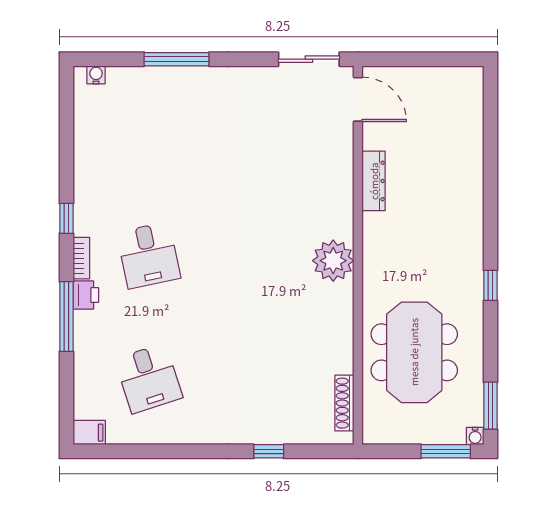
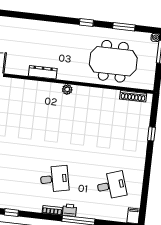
dresser: (374, 181) -> (43, 72), moved
window: (66, 218) -> (11, 213), moved
plant: (333, 261) -> (67, 89), width x0.53, depth x0.53
window: (490, 406) -> (124, 27), moved

